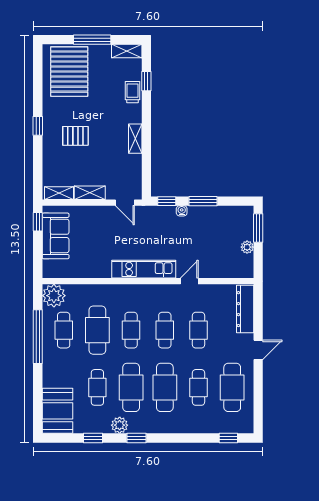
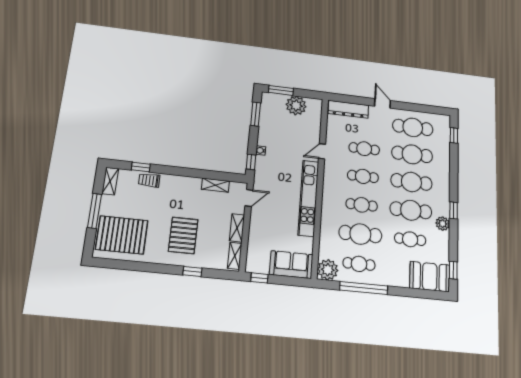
window: (38, 126) -> (192, 271), moved
pallet: (75, 136) -> (183, 235), width x1.50, depth x1.42
shelving: (135, 139) -> (215, 185), moved
window: (203, 201) -> (256, 114), moved
sofa: (56, 236) -> (291, 265), moved
plant: (247, 247) -> (296, 105), width x1.87, depth x1.87
kitchen unit: (144, 269) -> (308, 198), width x1.36
door: (189, 281) -> (322, 151), hinge flipped
cafe table: (199, 387) -> (412, 154), width x1.37, depth x1.35
window: (93, 438) -> (453, 270), moved

